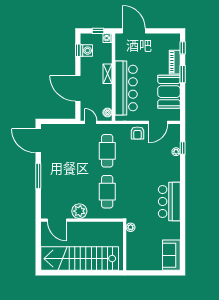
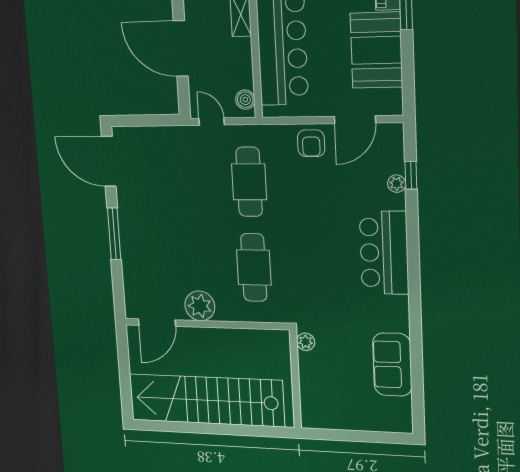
bar counter: (169, 202) -> (384, 253), moved
door: (57, 220) -> (157, 323), hinge flipped
sofa: (171, 255) -> (392, 365), moved

